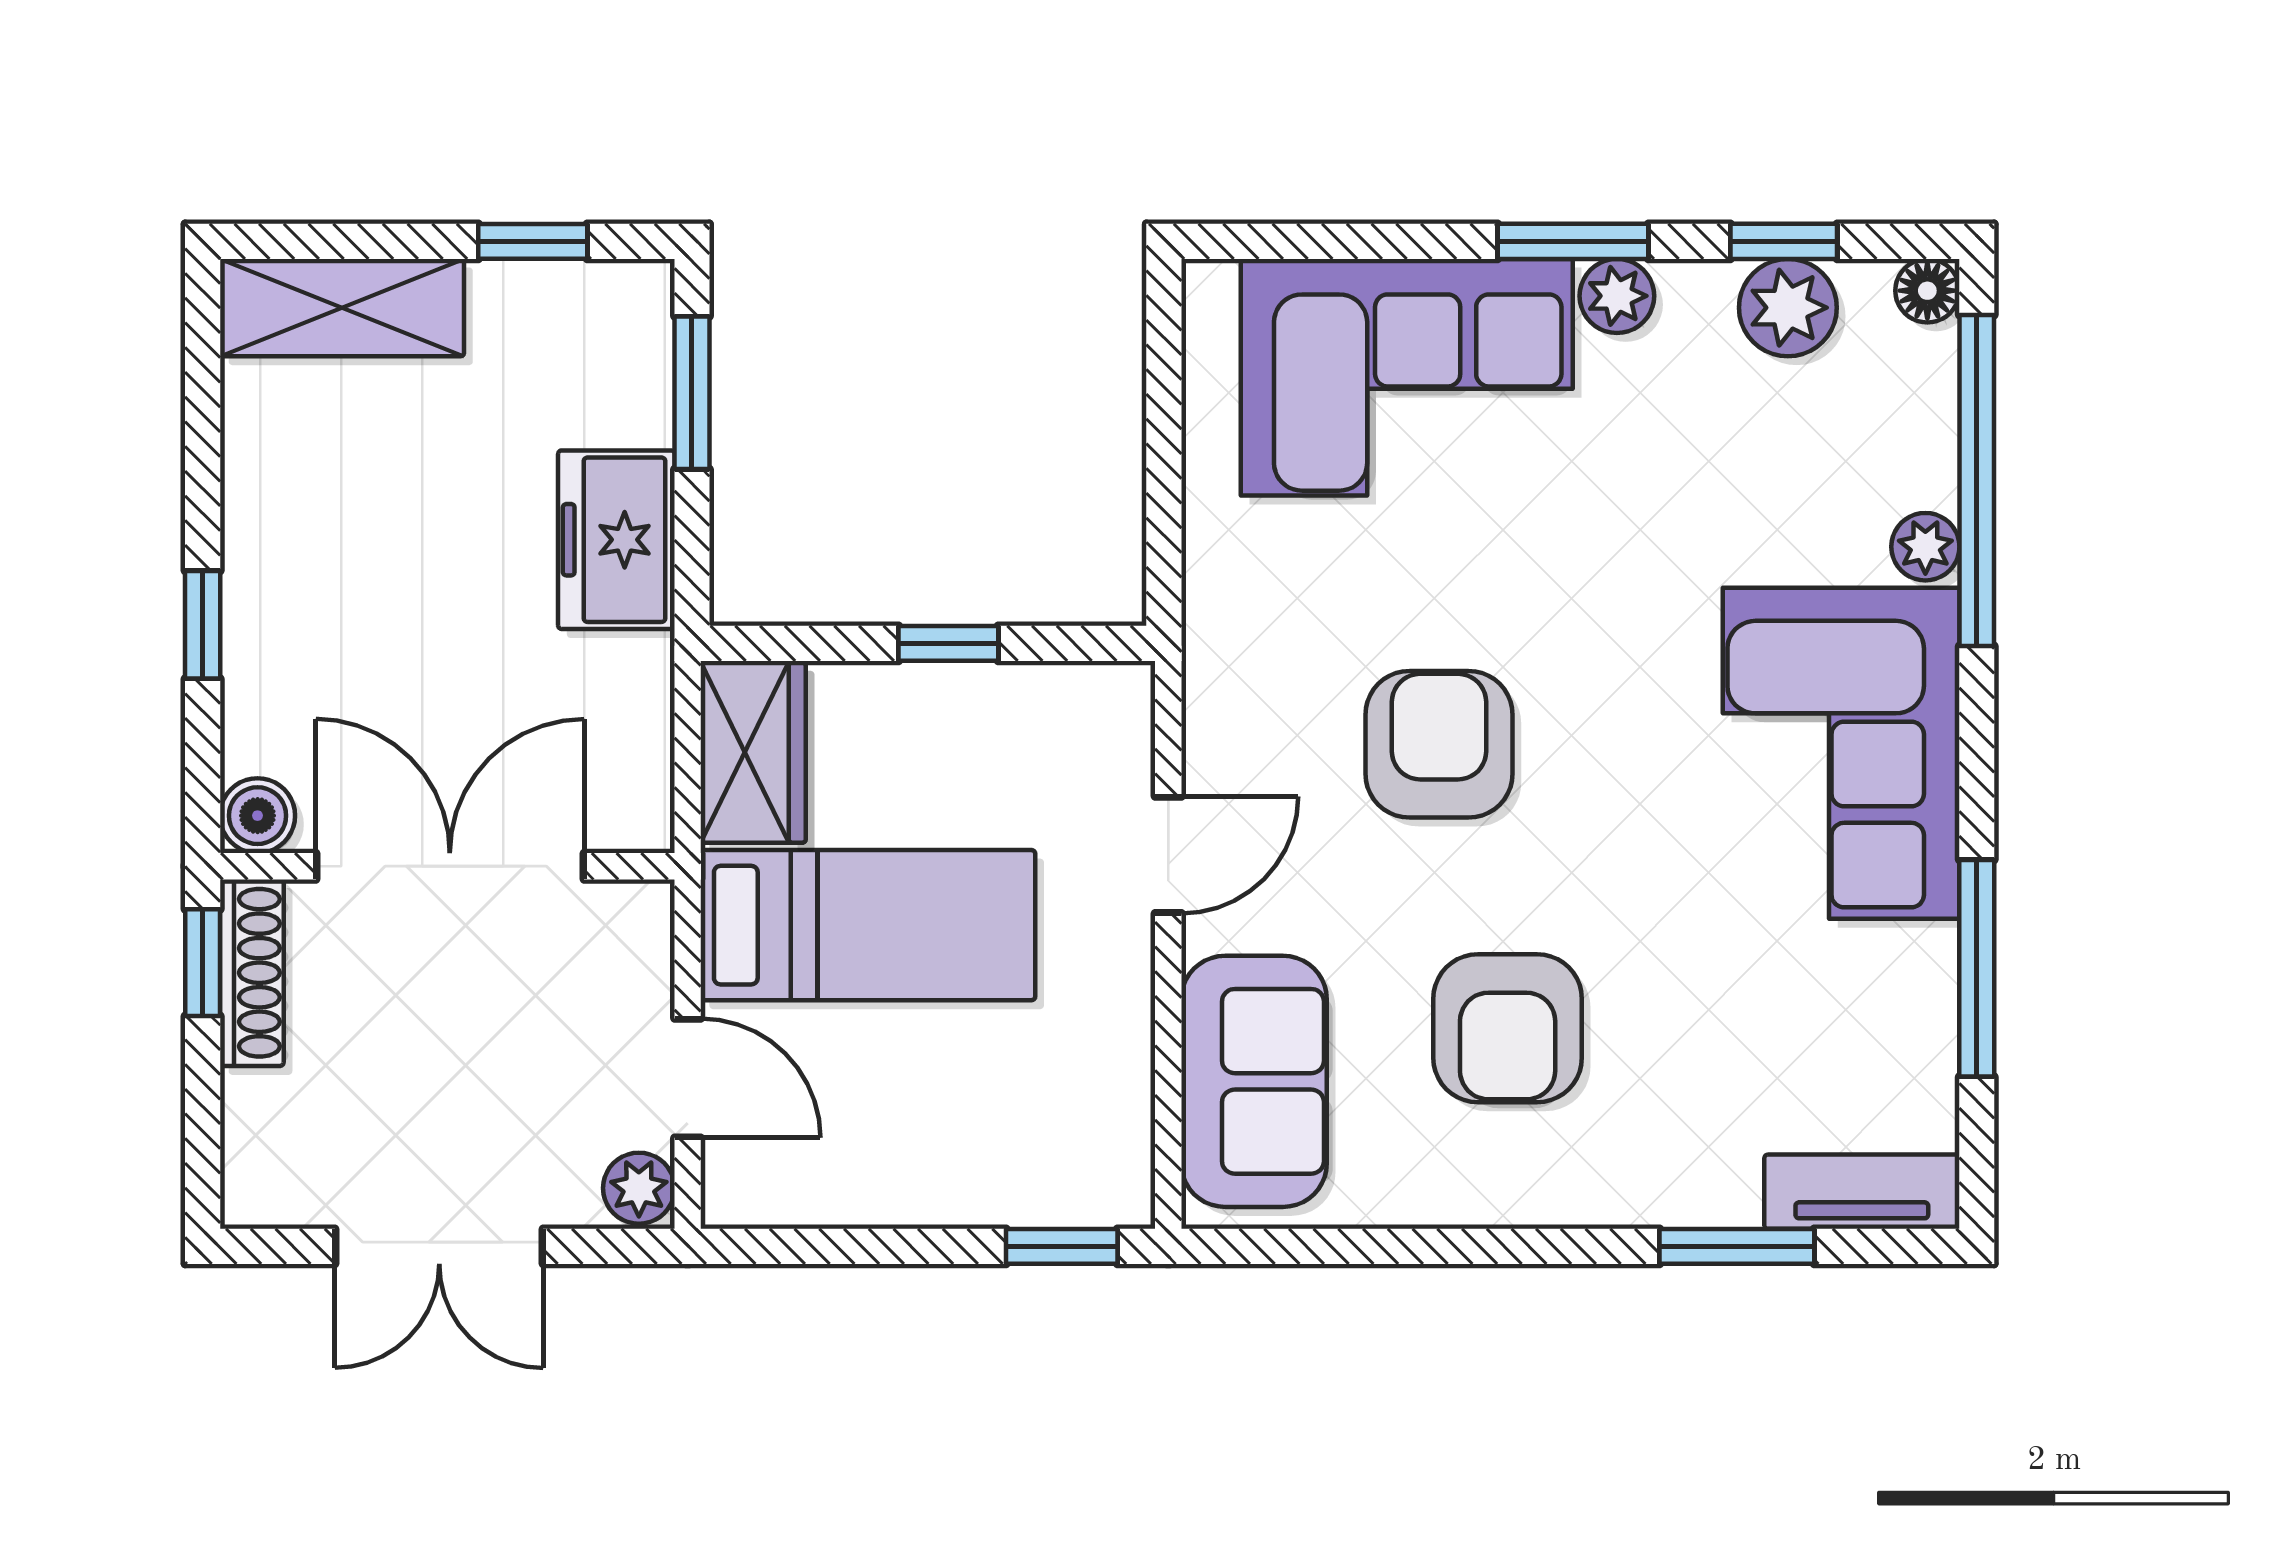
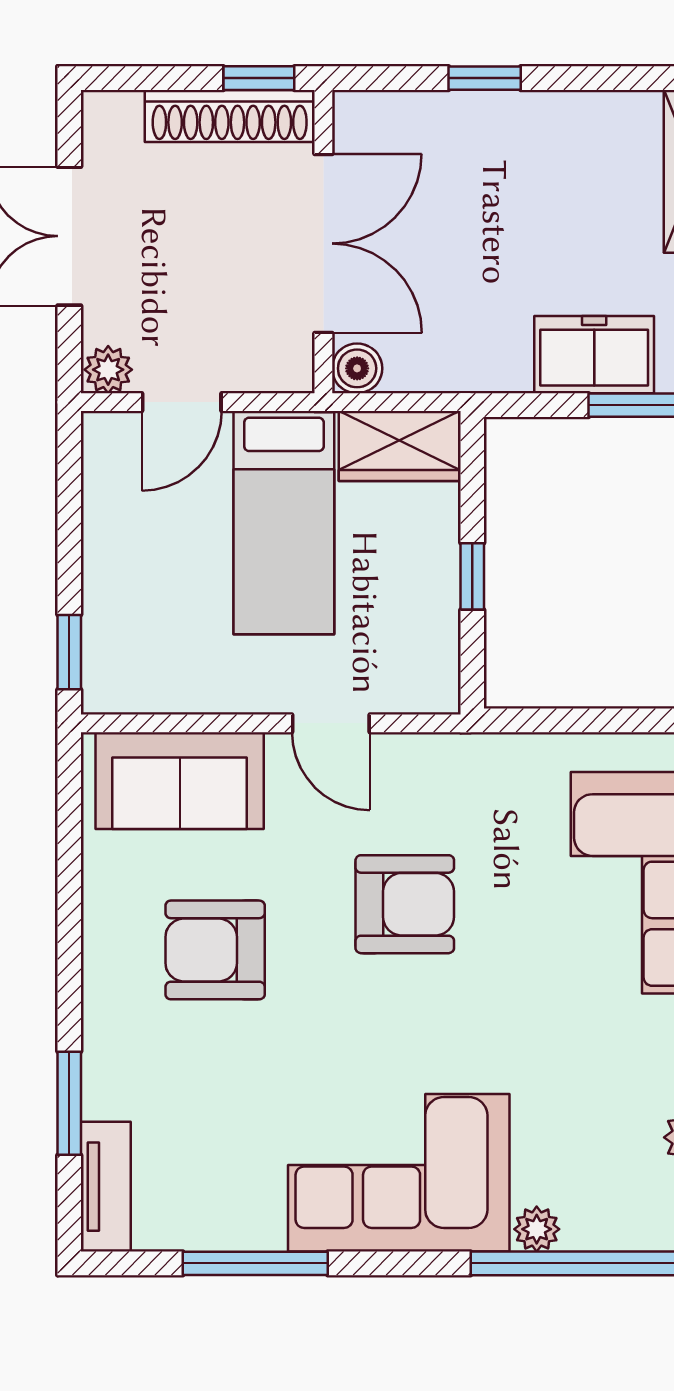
freezer: (616, 540) -> (594, 355), moved
boiler: (258, 816) -> (357, 368), moved
shoe rack: (252, 973) -> (230, 116), width x1.36, depth x1.24

